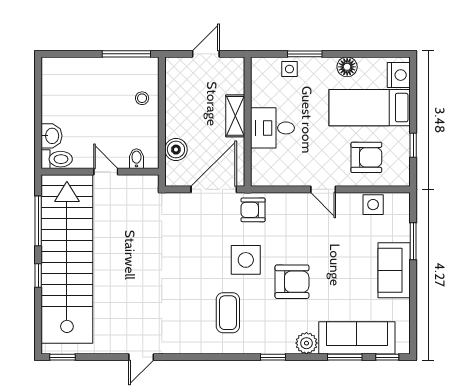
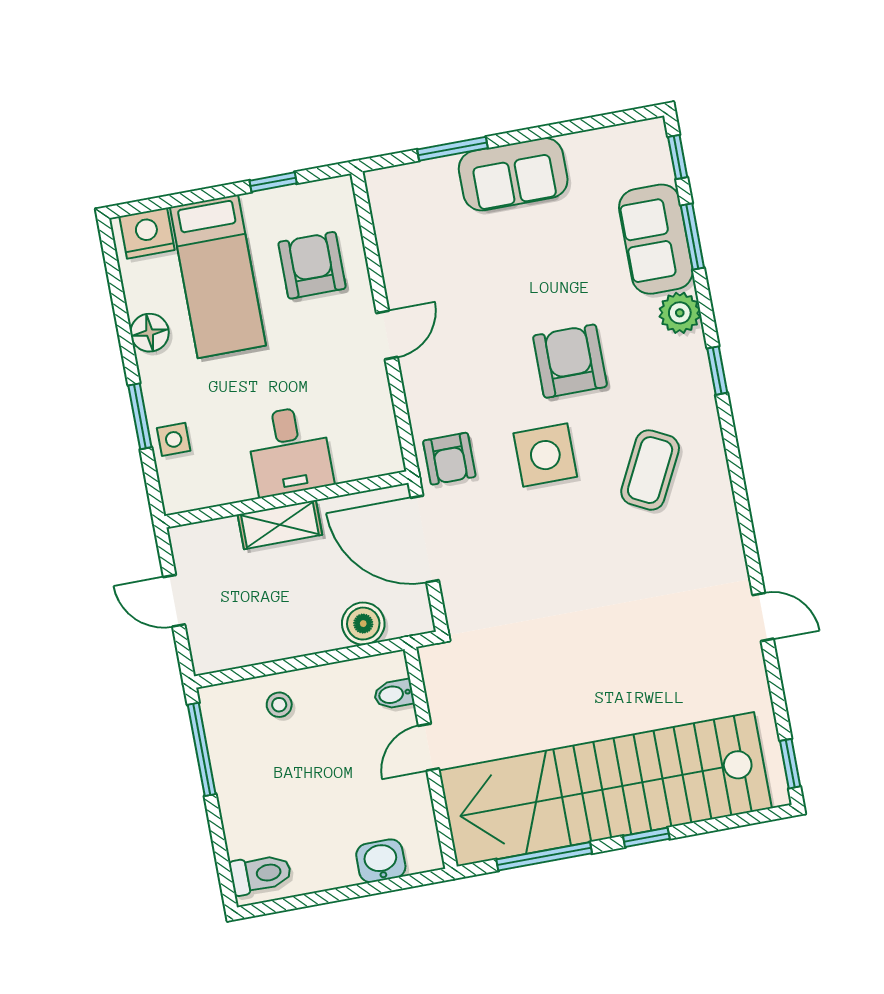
toilet: (57, 159) -> (261, 874), moved, turned 90
side table: (373, 205) -> (398, 236), removed
coffee table: (228, 313) -> (650, 470), turned -63
sofa: (357, 338) -> (656, 239), width x0.73

